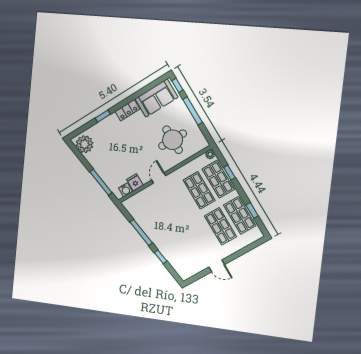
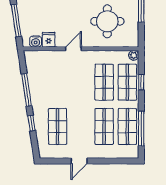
window: (252, 210) -> (141, 128), width x2.17
shop shelf: (183, 248) -> (58, 127), added
door: (217, 266) -> (79, 161), hinge flipped

